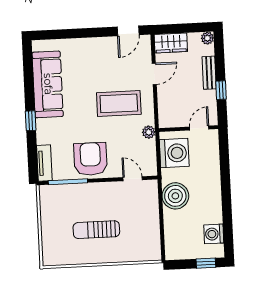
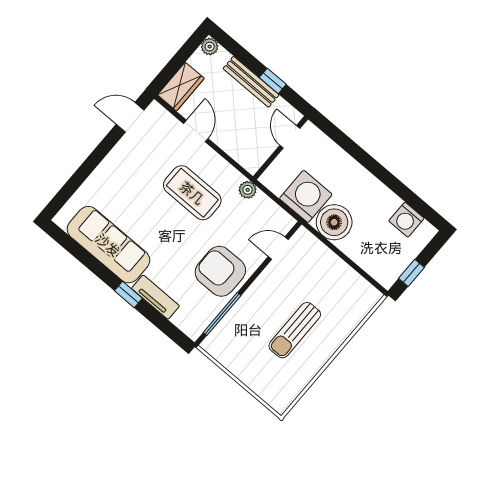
door: (128, 31) -> (130, 117), swing flipped
bench: (209, 73) -> (251, 82), width x1.36
coffee table: (119, 103) -> (192, 193), turned 90
washing machine: (174, 153) -> (306, 196), moved
tv unit: (44, 163) -> (156, 297), moved
window: (206, 263) -> (411, 273), moved

